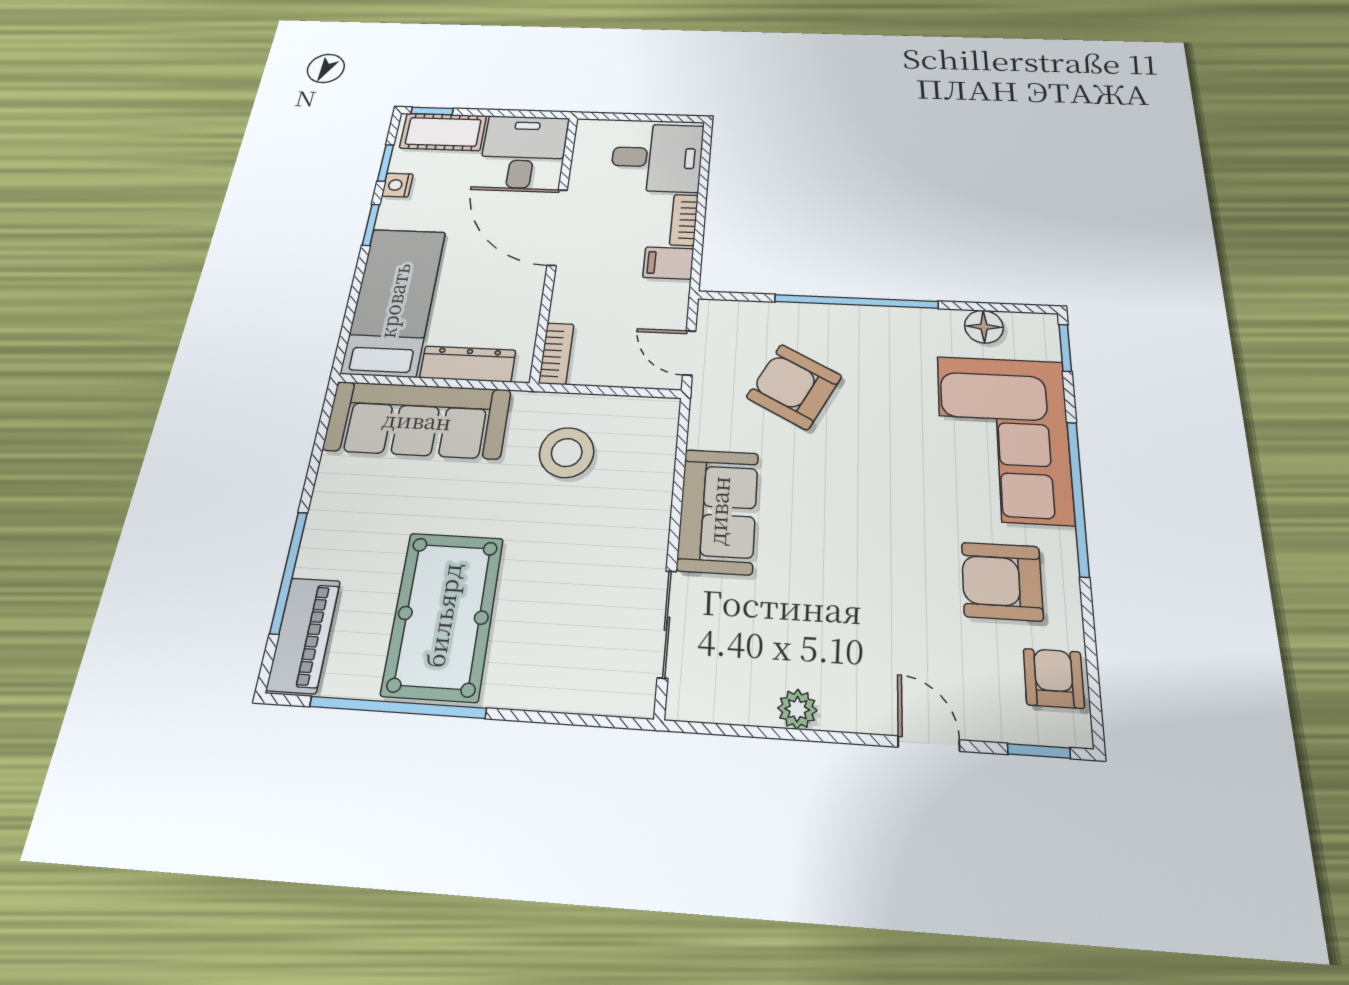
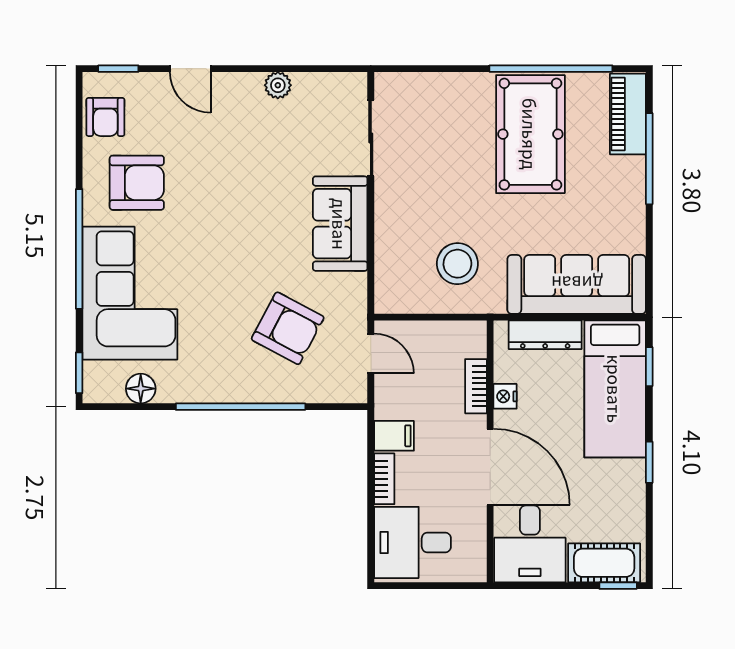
window: (386, 163) -> (649, 367), moved
nightstand: (397, 185) -> (505, 396), moved, turned 180
bookcase: (556, 354) -> (476, 386), moved

